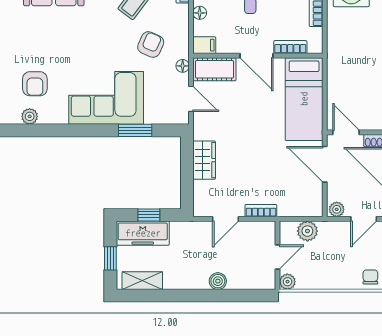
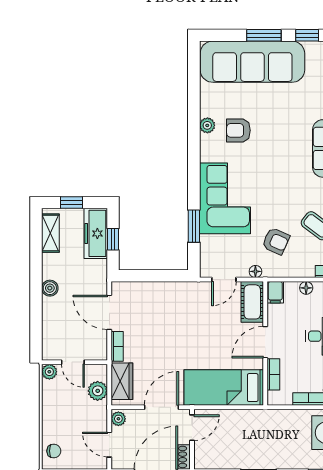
wardrobe: (204, 160) -> (122, 381), moved, turned -90
door: (225, 219) -> (109, 312), width x1.38
boiler: (218, 281) -> (50, 288), moved

